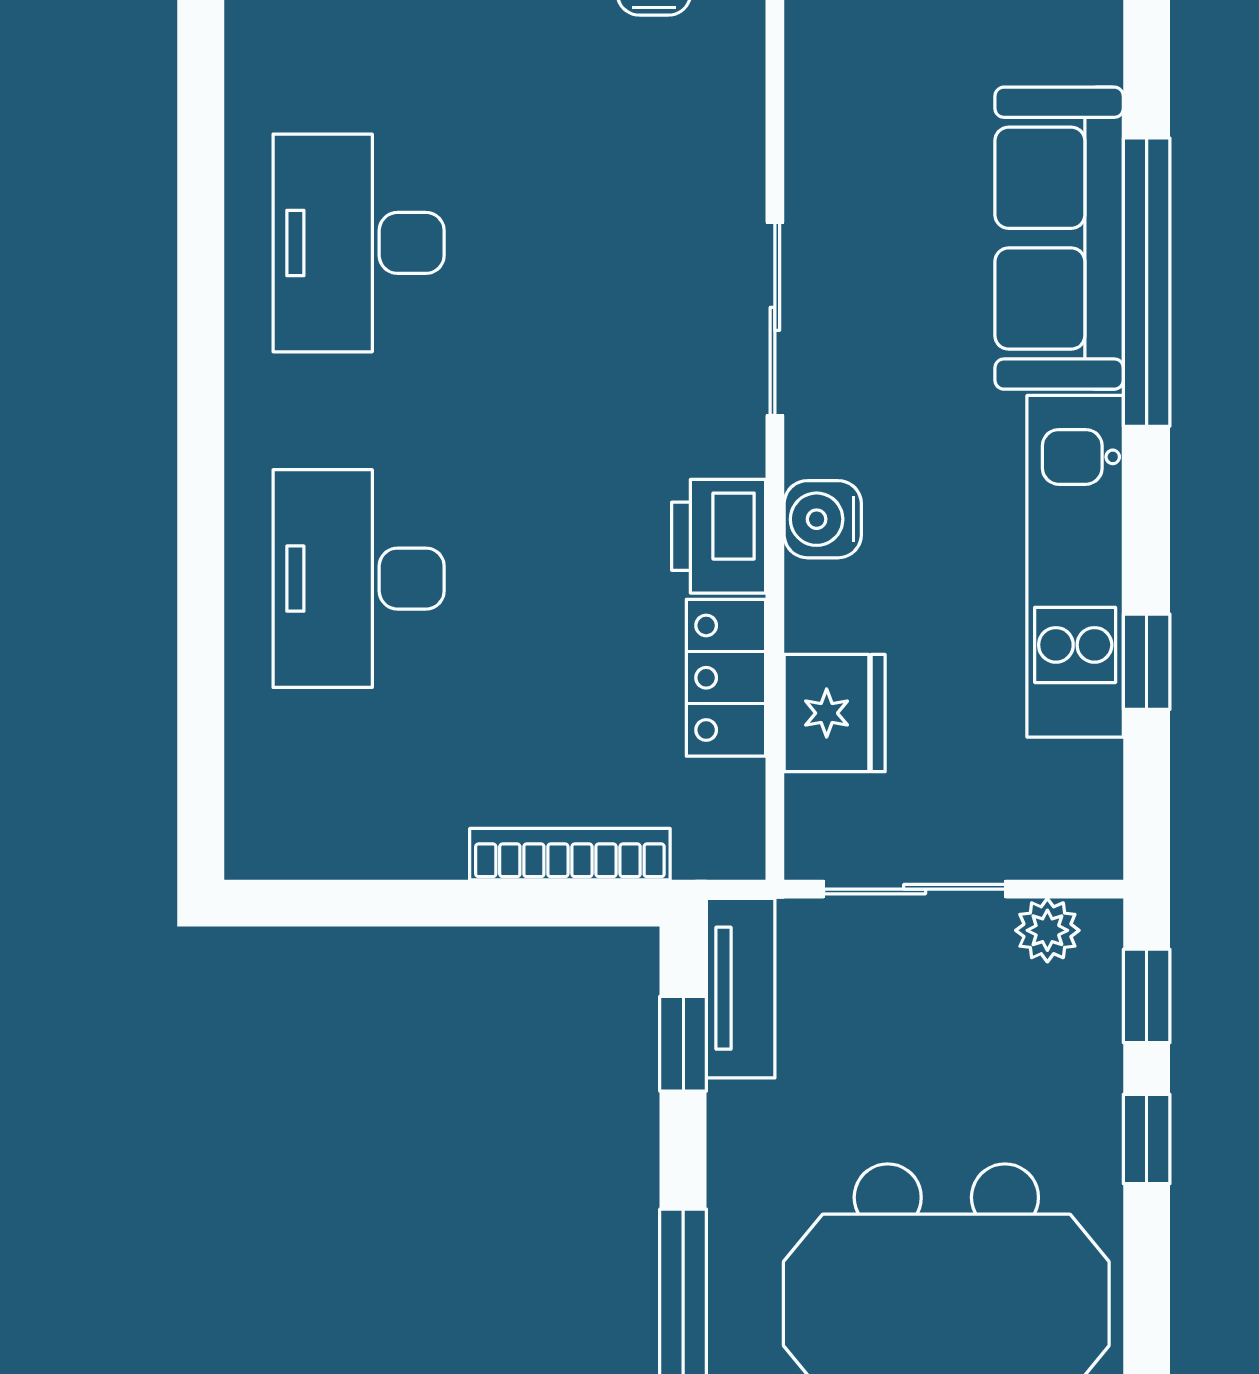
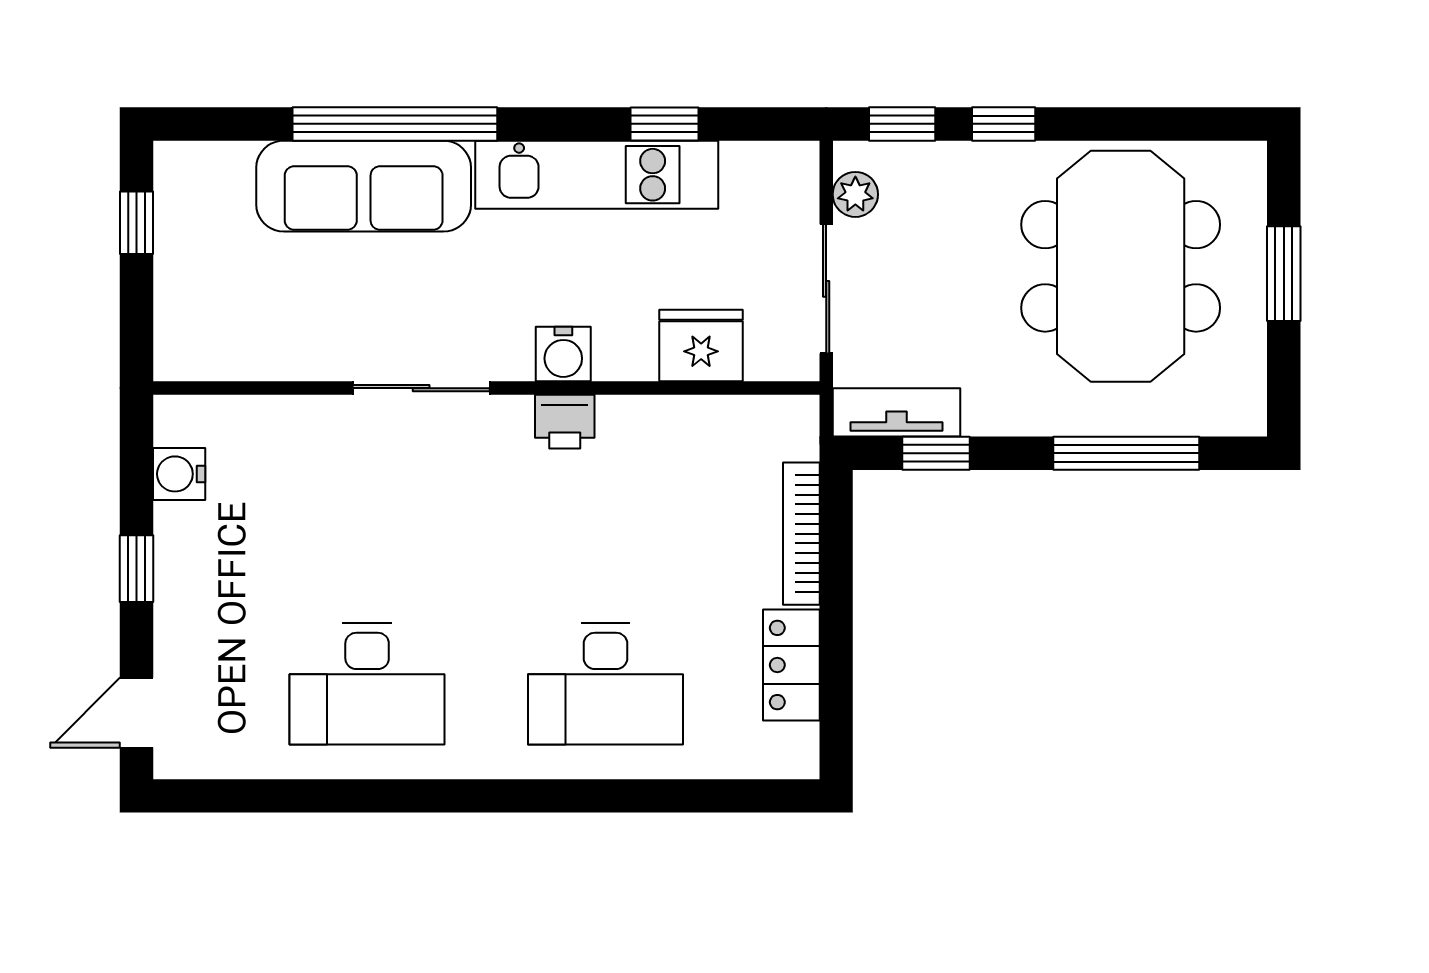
printer: (719, 536) -> (565, 422), width x0.73, depth x0.81
locker: (726, 678) -> (791, 665), moved, turned 90

